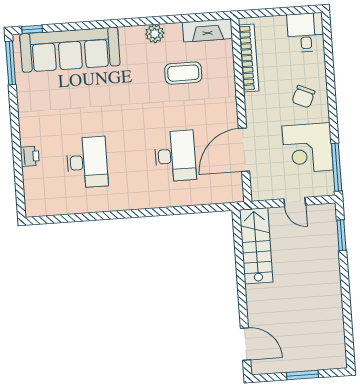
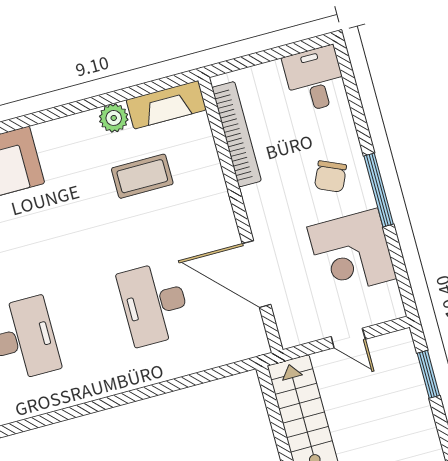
plant: (155, 34) -> (114, 118), moved
door: (244, 150) -> (256, 274), hinge flipped
desk: (175, 156) -> (154, 304), turned 180
window: (337, 167) -> (379, 190), moved

